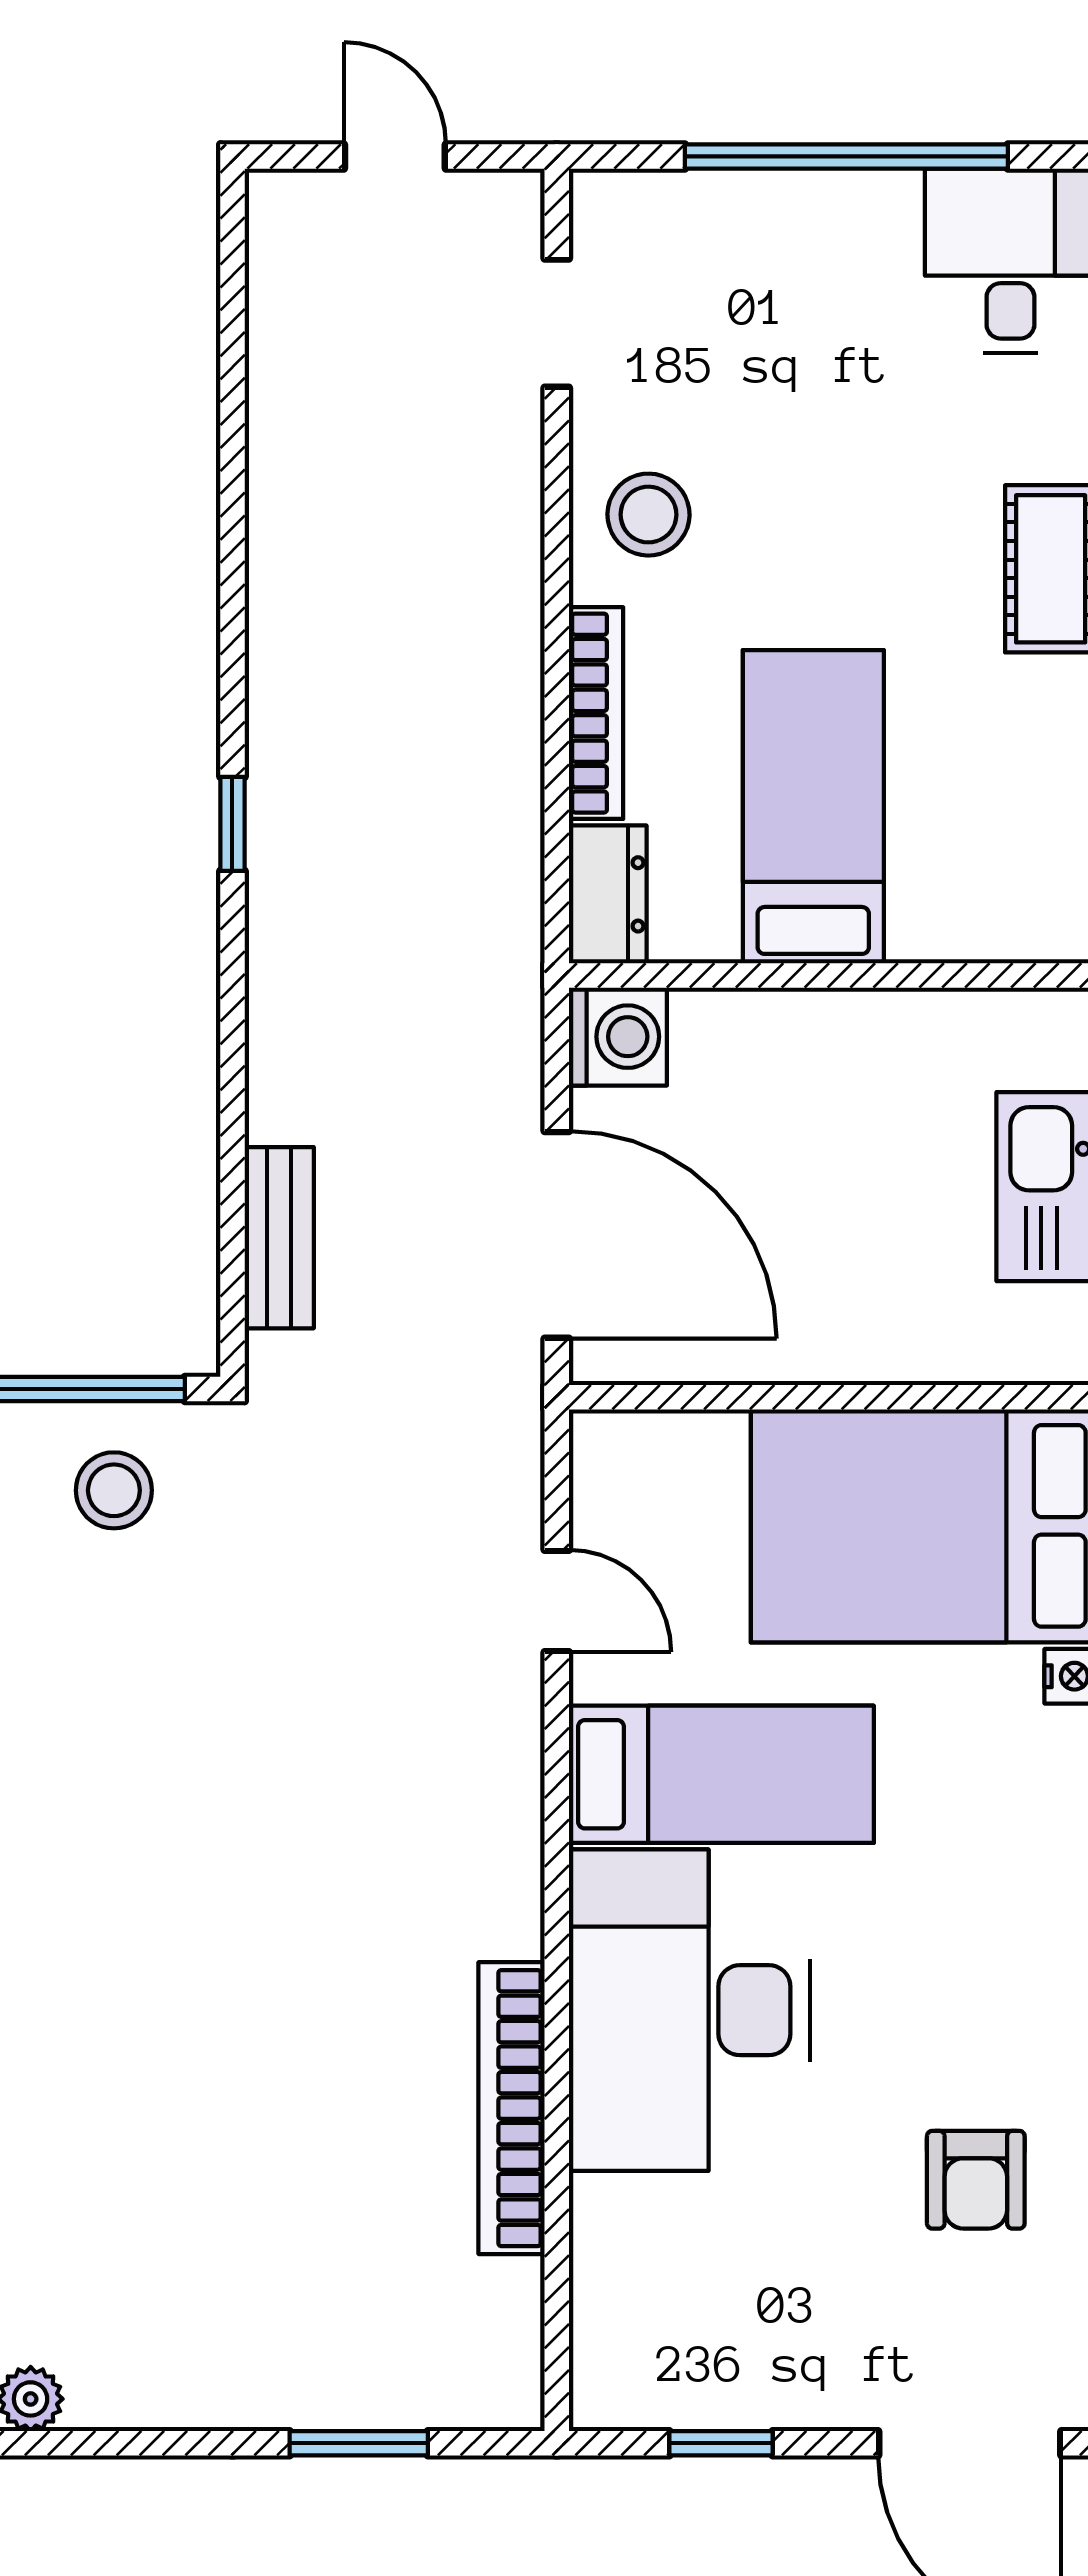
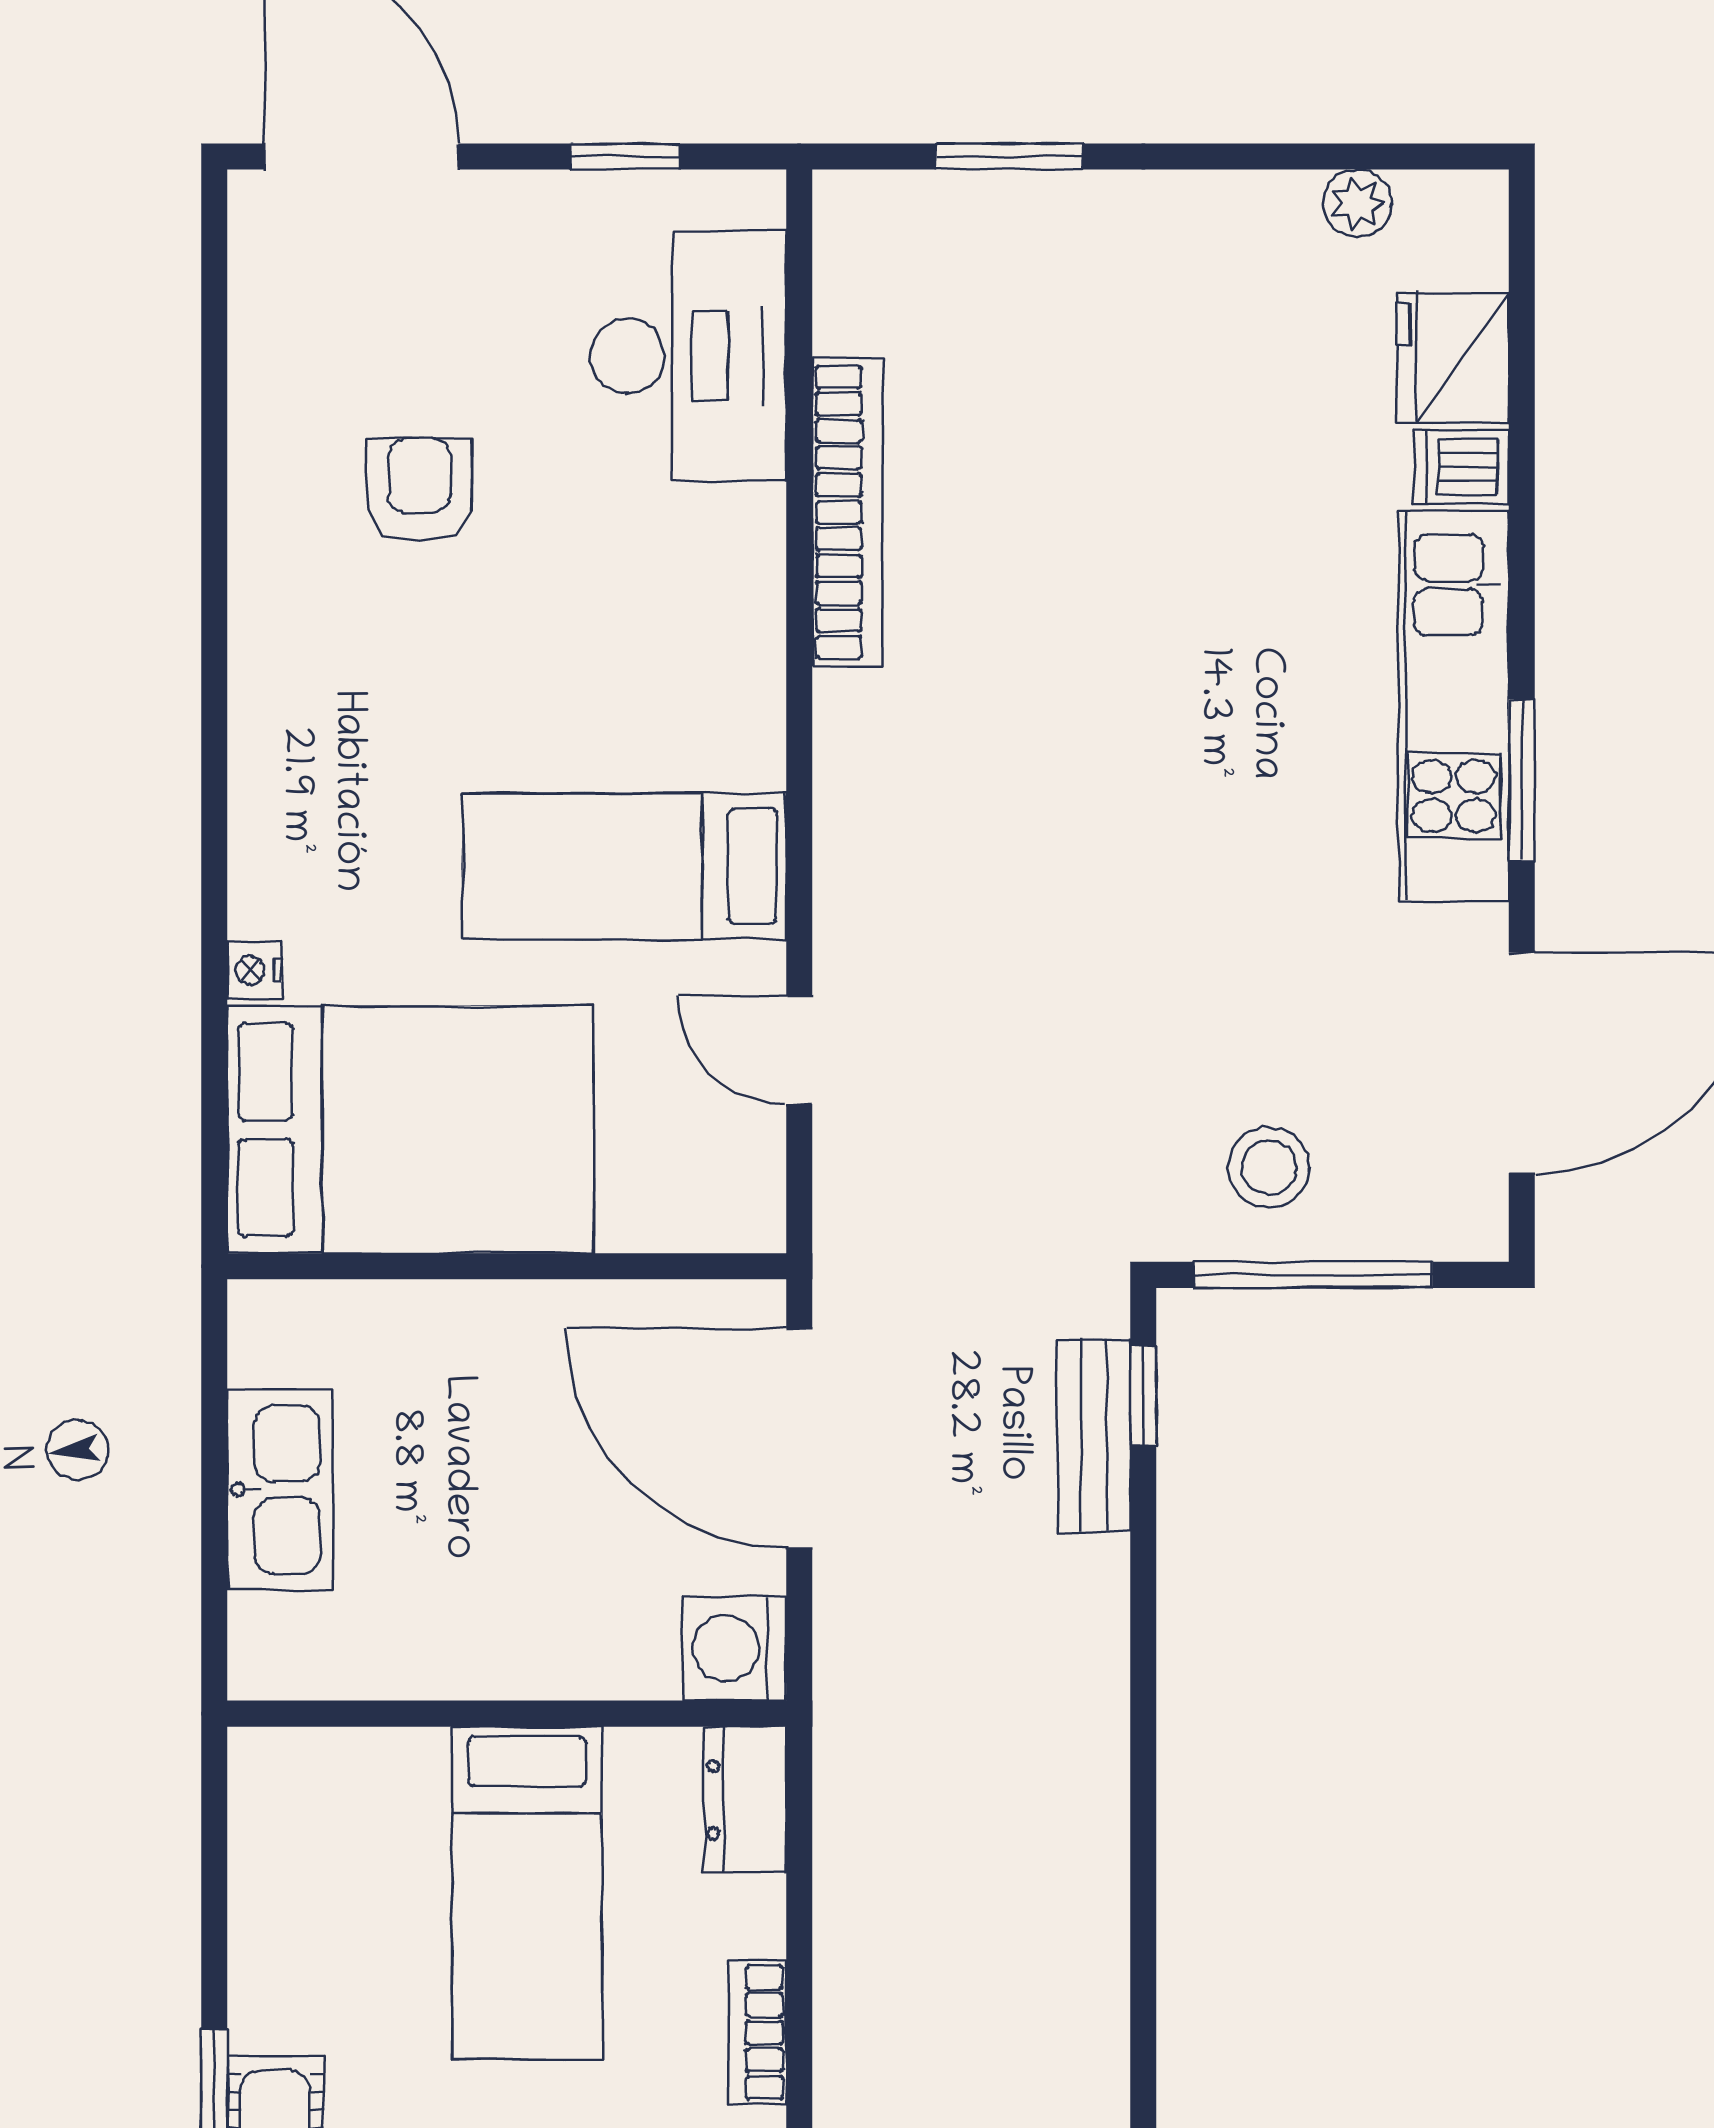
bookcase: (596, 713) -> (758, 2032), width x0.64
window: (232, 824) -> (1143, 1395), moved
desk: (689, 2010) -> (688, 356), moved, width x0.73, depth x0.77
armchair: (976, 2180) -> (419, 490), moved

